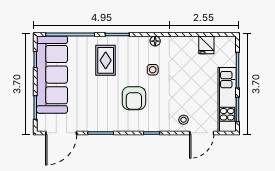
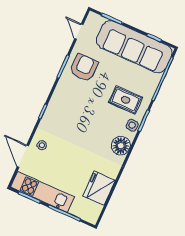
floor lamp: (155, 41) -> (121, 146), width x1.89, depth x1.89
fridge: (206, 45) -> (99, 188), width x1.88, depth x1.34
side table: (153, 70) -> (132, 125), moved
armchair: (134, 98) -> (84, 68), moved, turned 90
door: (61, 133) -> (79, 31), width x0.53

